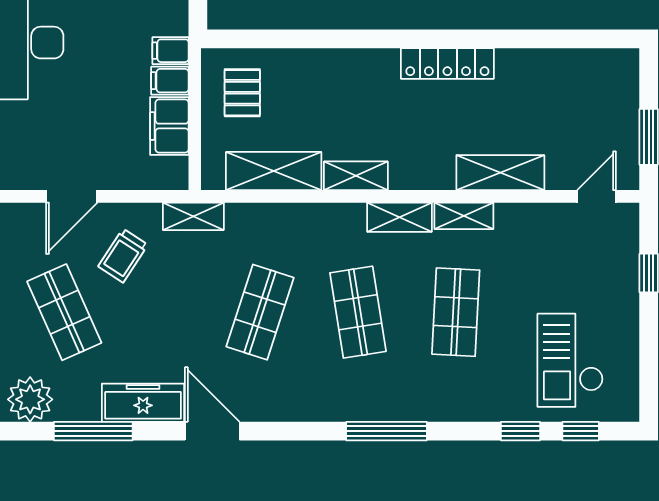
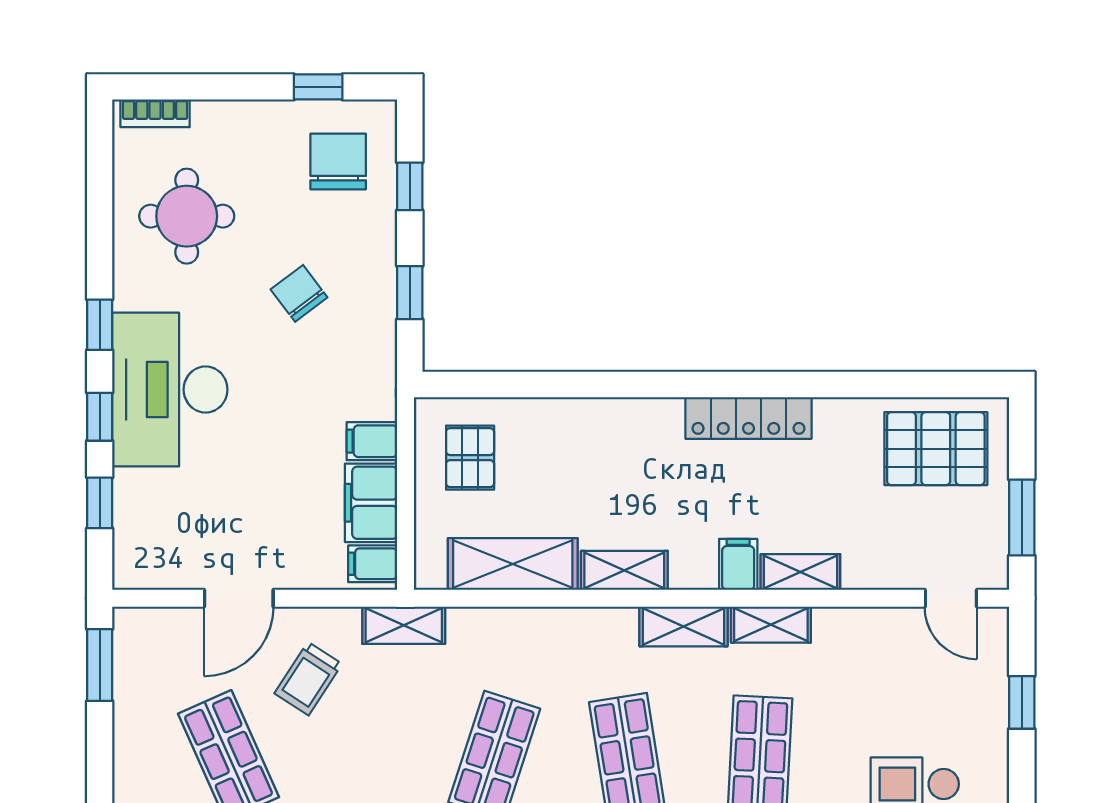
filing cabinet: (170, 51) -> (373, 564), moved
pallet: (585, 86) -> (936, 449), added
filing cabinet: (440, 171) -> (738, 564), added
shelving: (500, 173) -> (800, 572), width x0.67, depth x0.75
door: (596, 196) -> (951, 598), swing flipped

